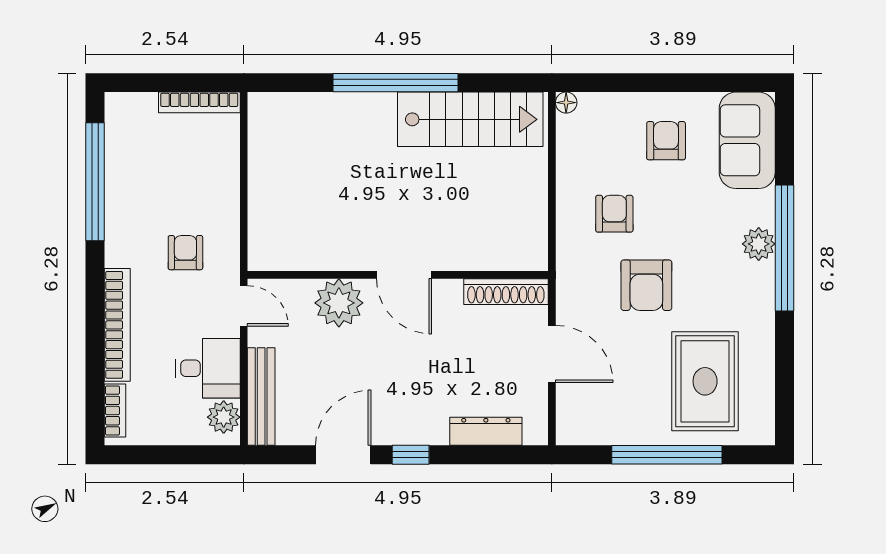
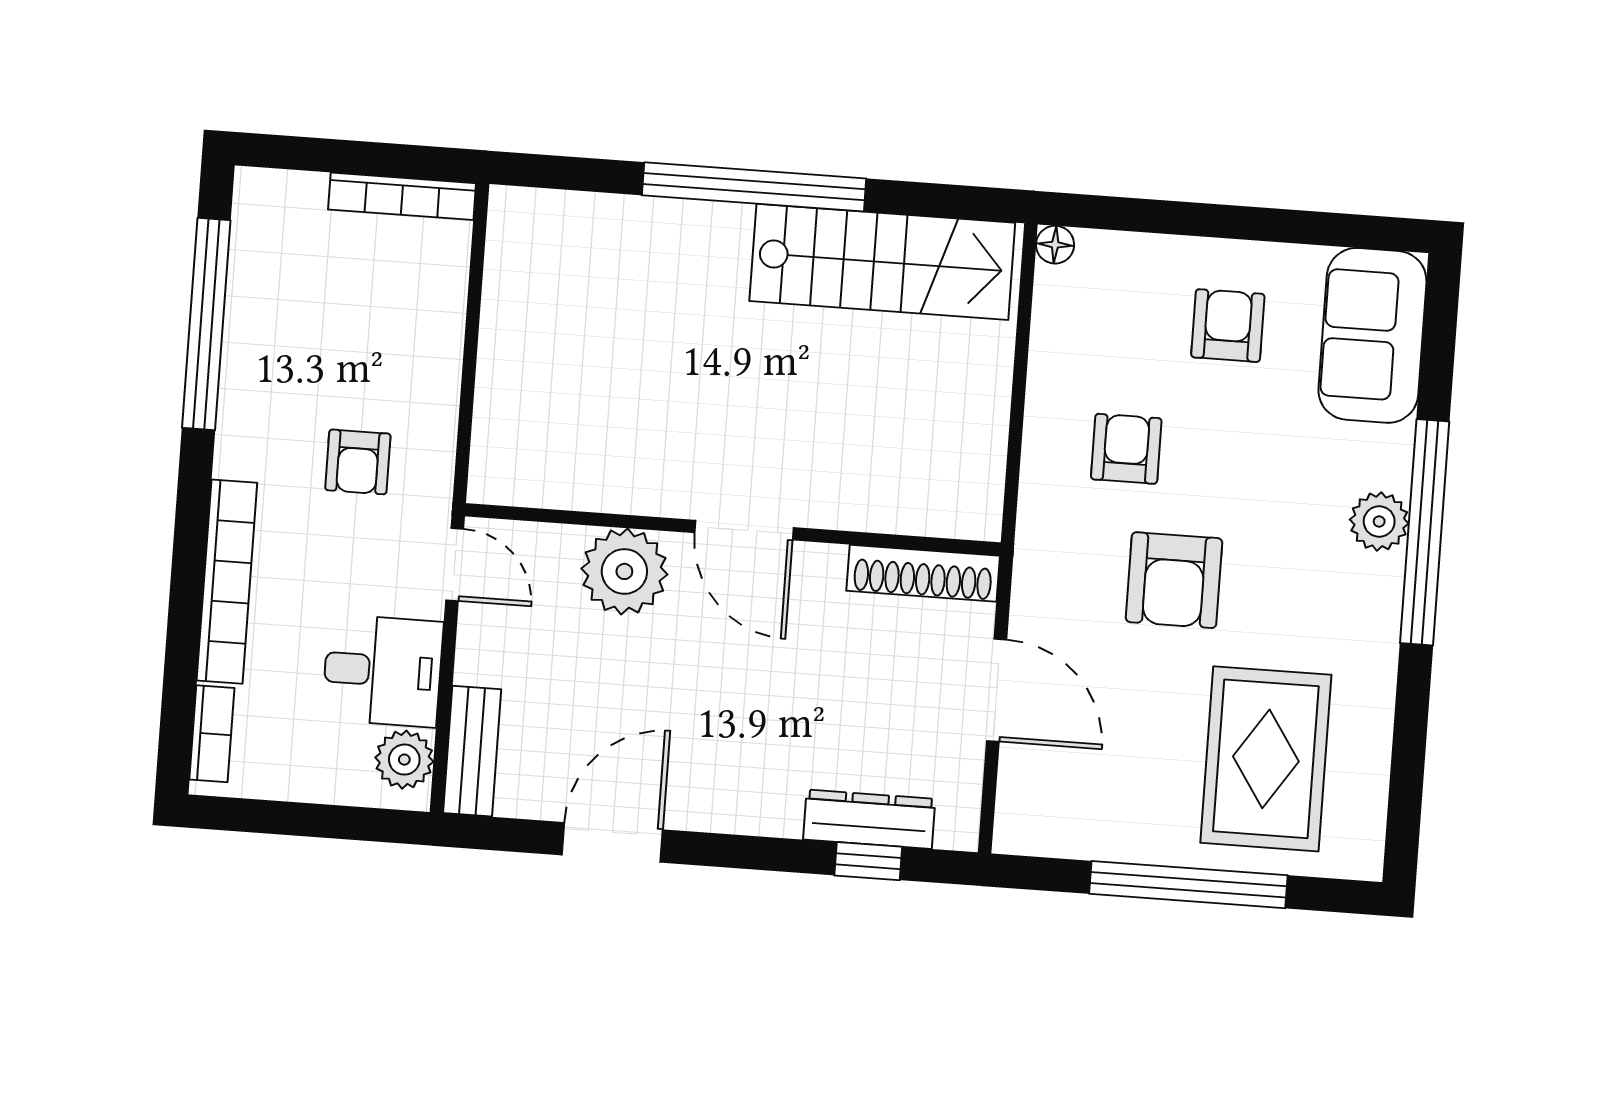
armchair: (185, 253) -> (358, 462), turned 180
bench: (261, 397) -> (472, 751), width x0.73
window: (411, 455) -> (868, 861), moved

